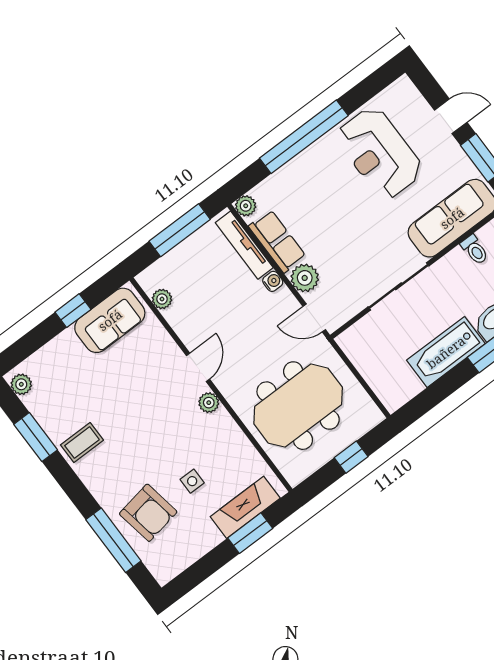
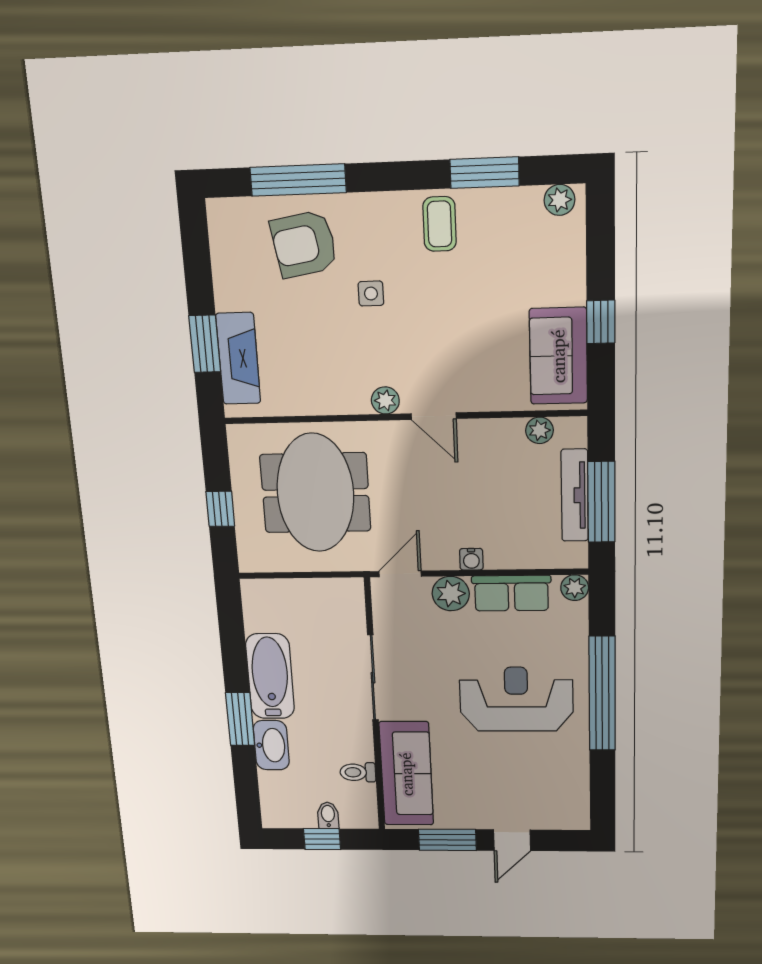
reception desk: (379, 153) -> (516, 699), moved
tv unit: (244, 245) -> (575, 495), moved, turned -90
side table: (192, 481) -> (371, 294), moved

